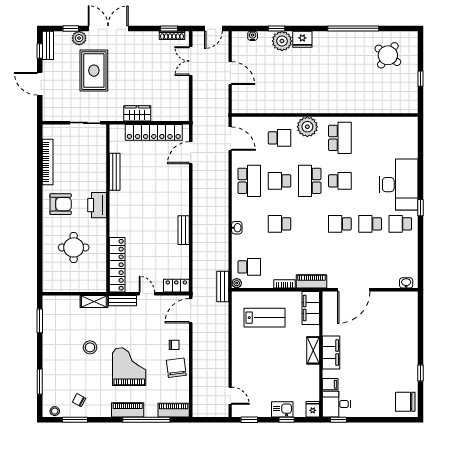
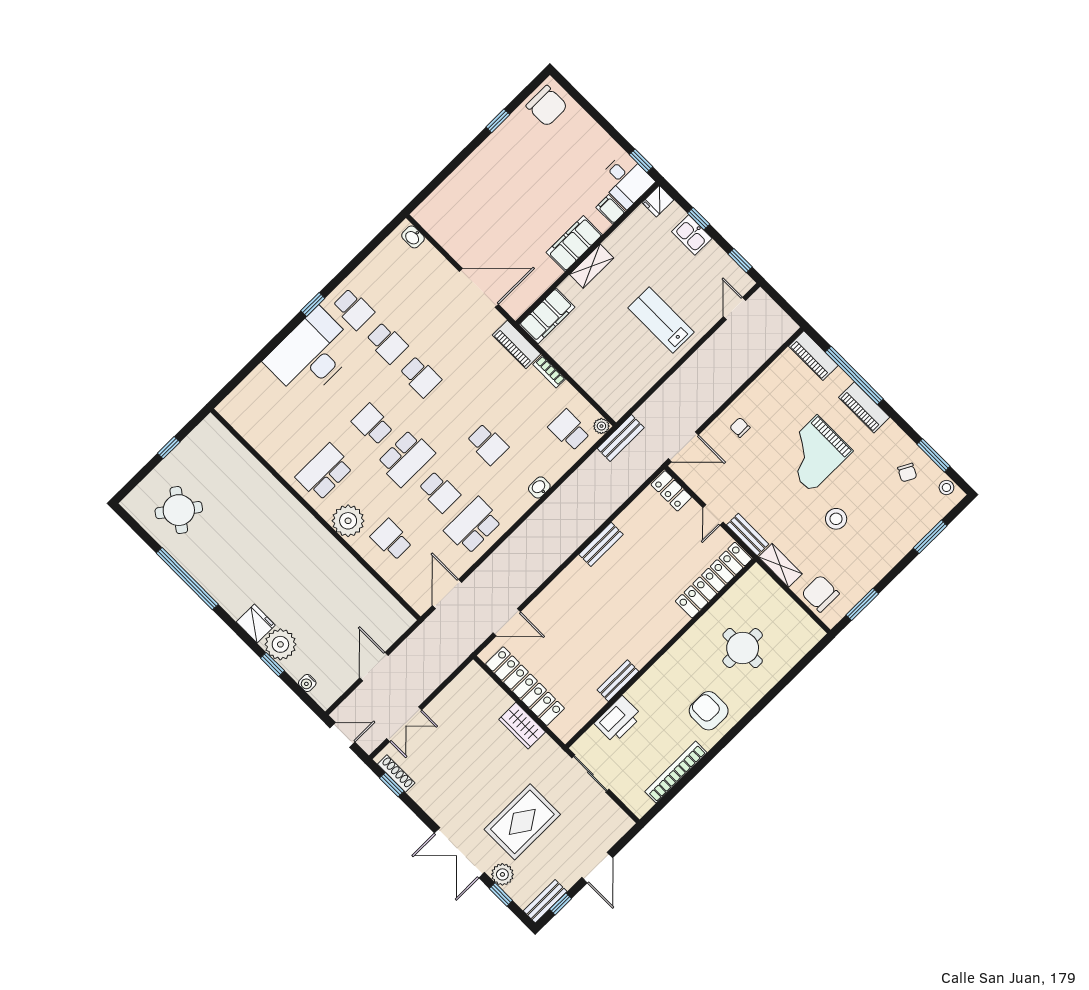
bench: (115, 172) -> (618, 681), width x0.73
printer: (97, 205) -> (618, 720), moved
lab bench: (264, 318) -> (661, 320), moved
chair: (176, 368) -> (820, 593), moved, turned 97

